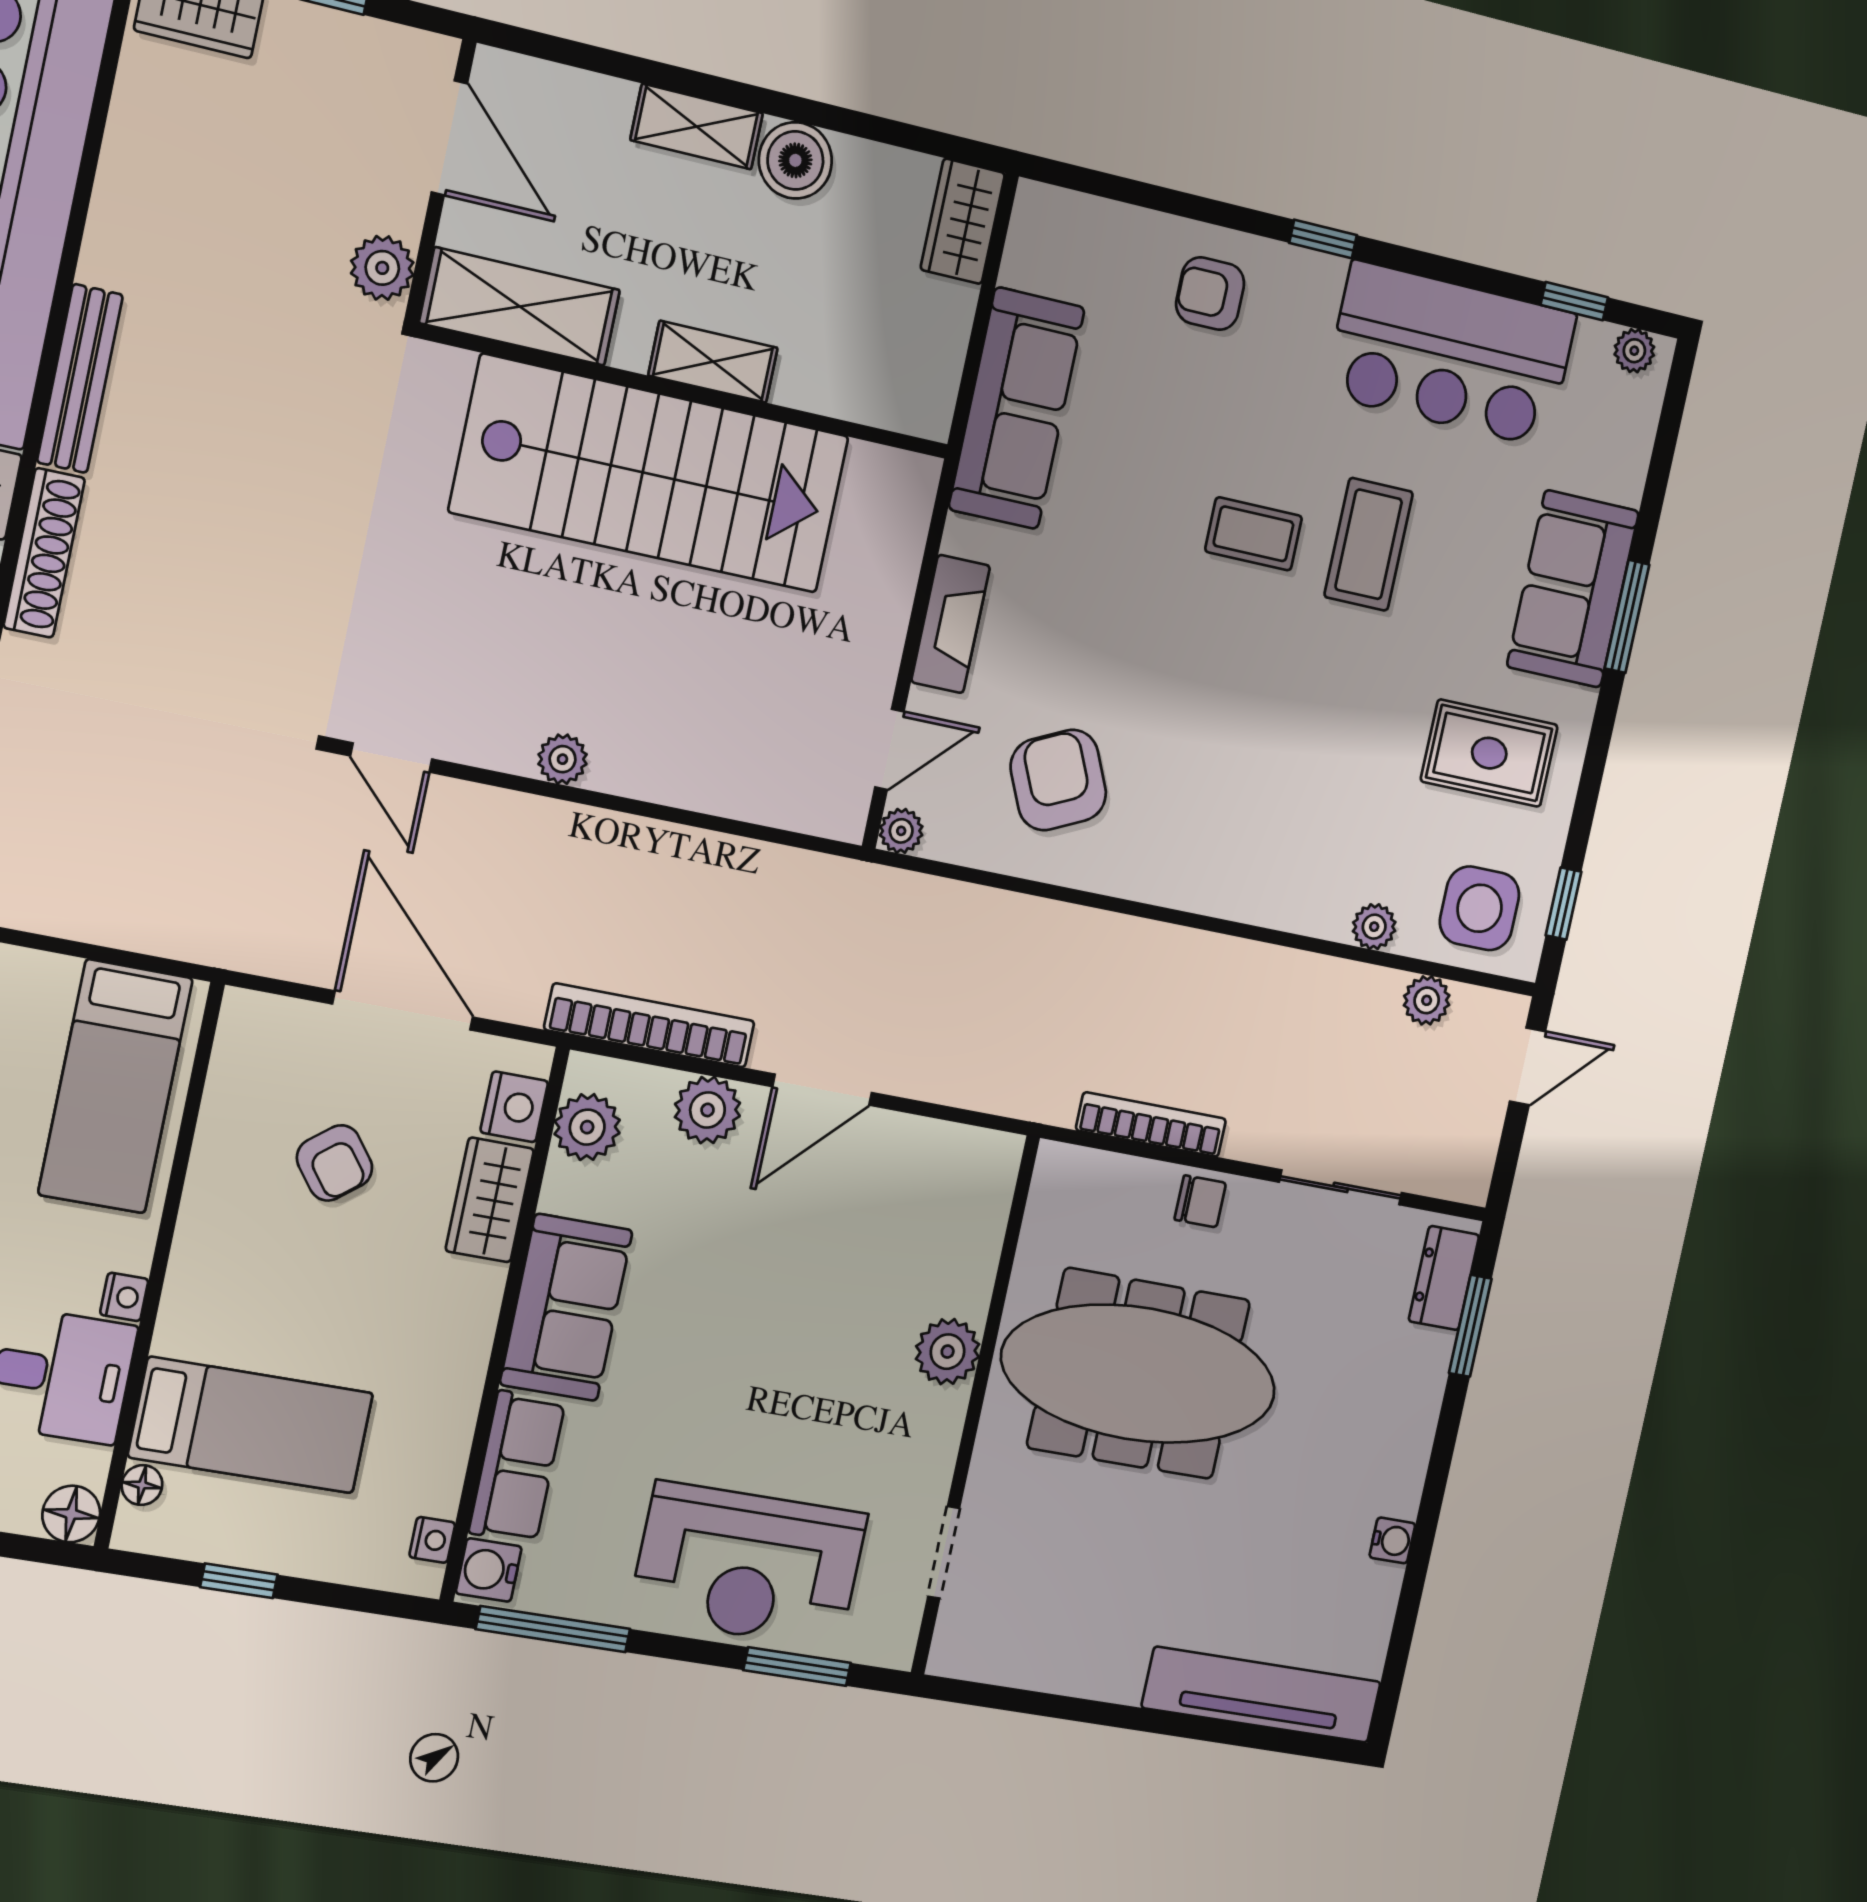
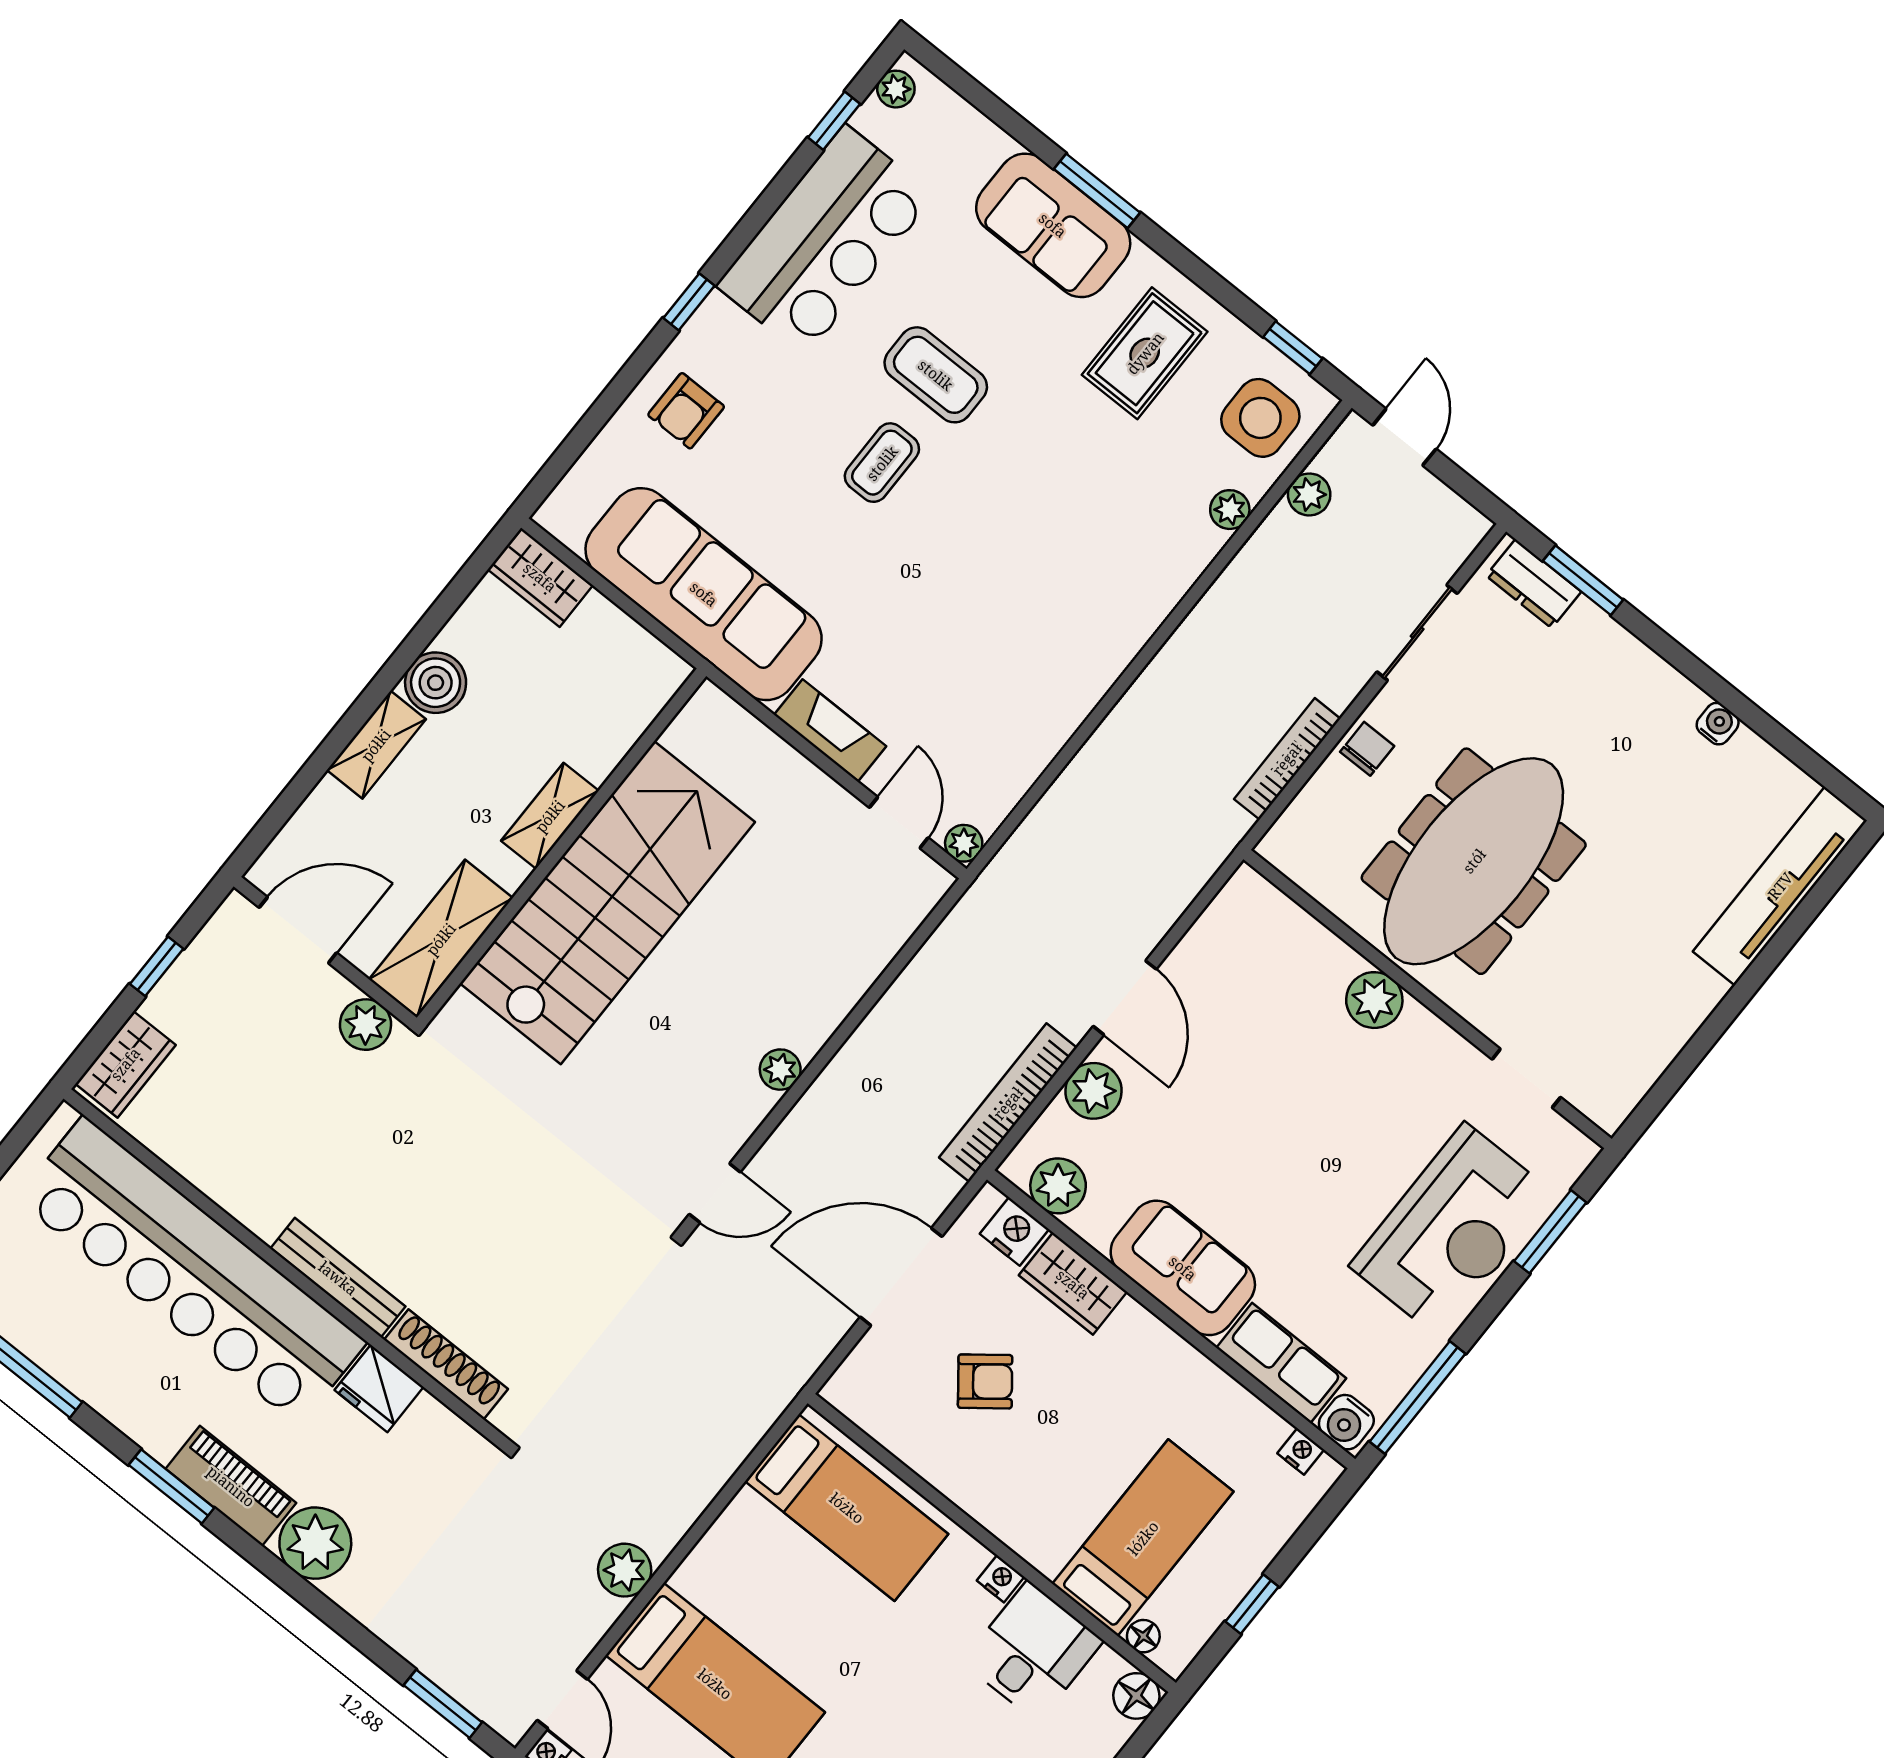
sofa: (1017, 408) -> (704, 594), width x1.36, depth x1.27
armchair: (1058, 780) -> (988, 704), removed

